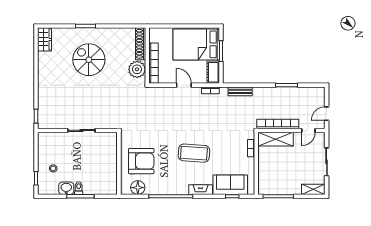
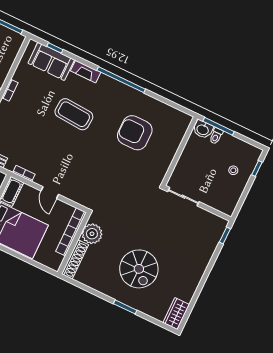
wall: (119, 163) -> (180, 151), moved
washbasin: (66, 188) -> (203, 129), moved
floor lamp: (138, 188) -> (152, 106), removed

